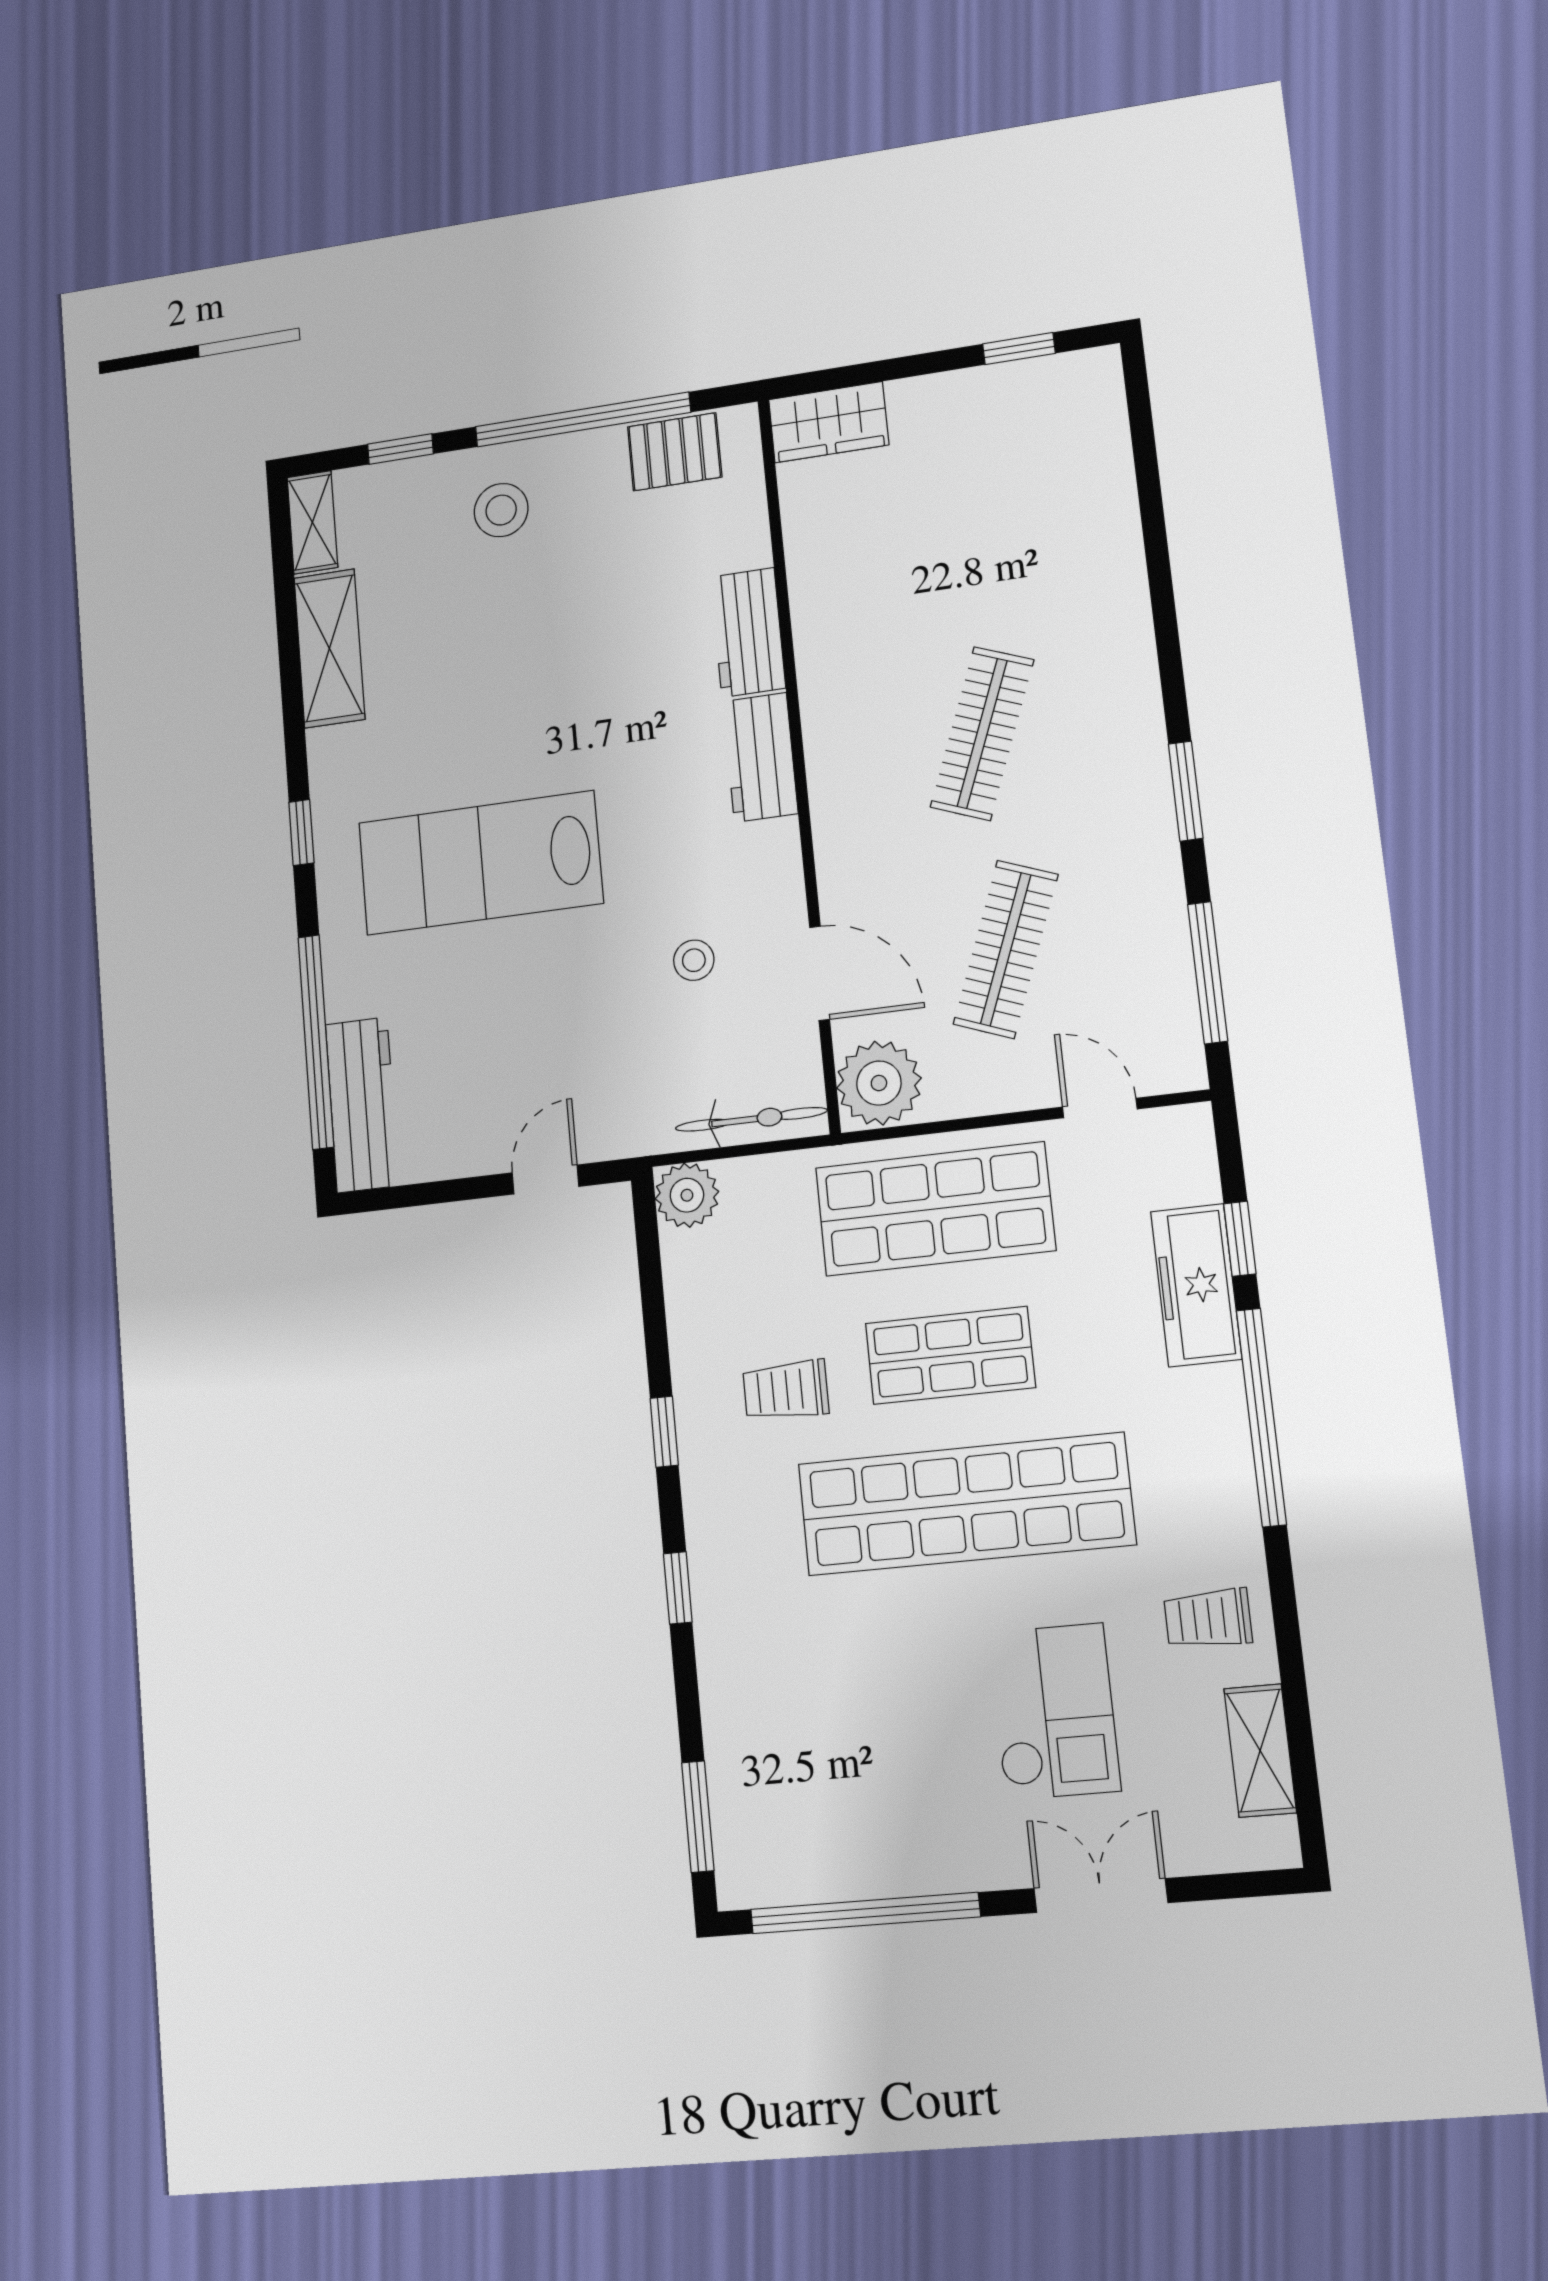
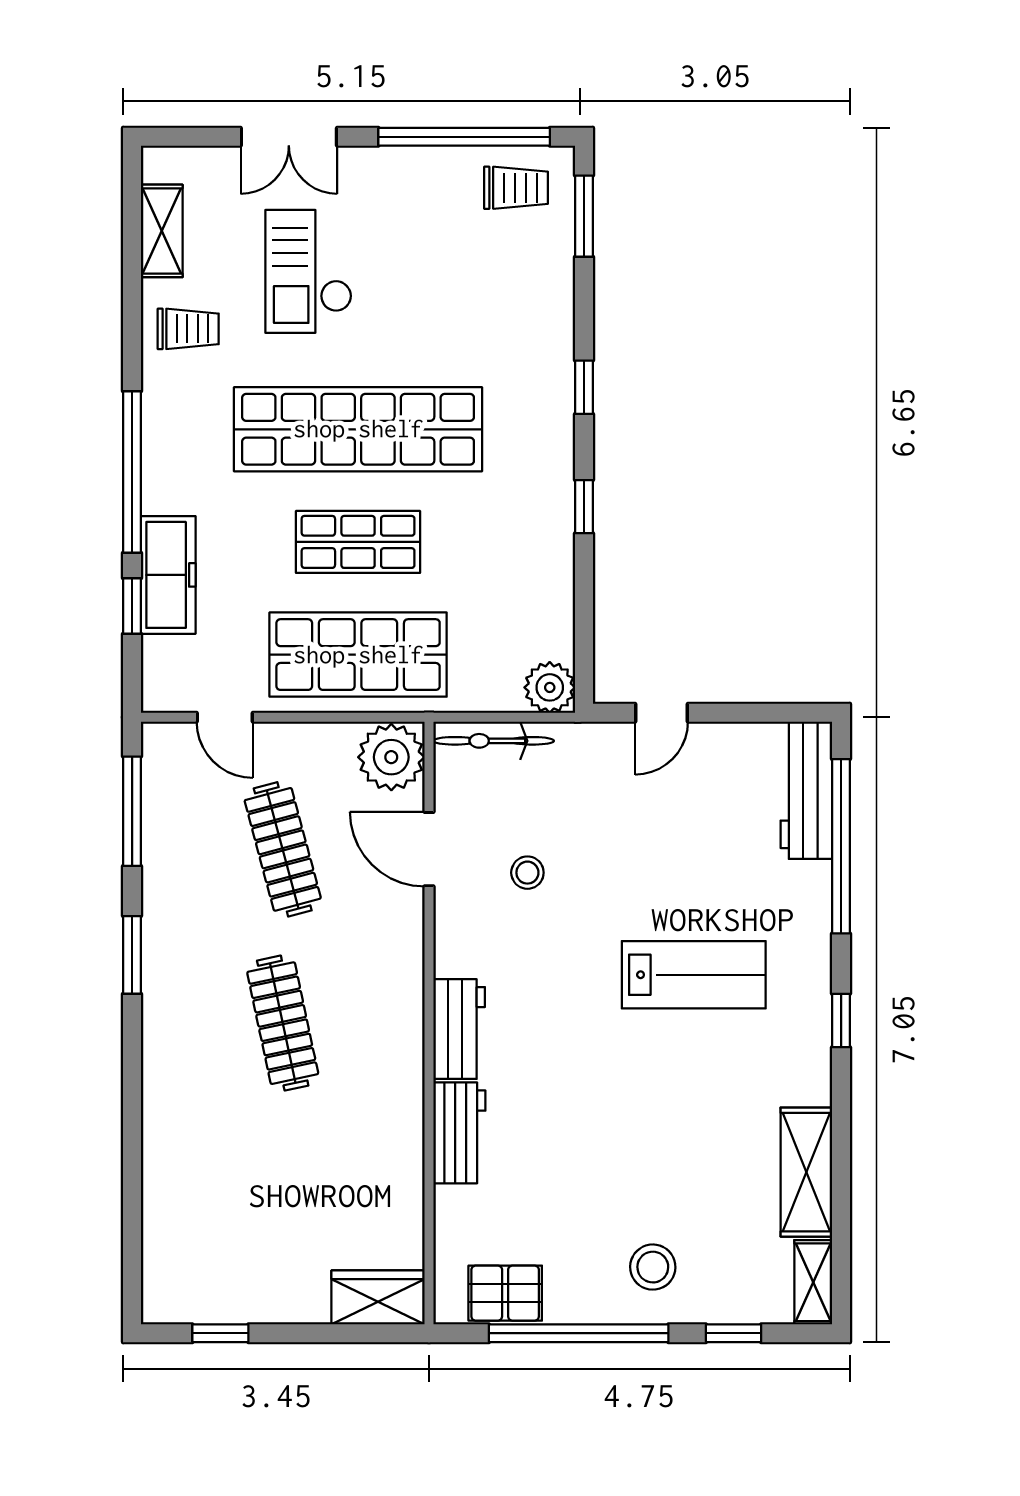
clothes rail: (982, 733) -> (283, 1023), turned -33
lab bench: (480, 863) -> (694, 975), width x0.73, depth x0.72
clothes rail: (1006, 949) -> (283, 849), turned -36
trolley: (786, 1390) -> (516, 188), moved

